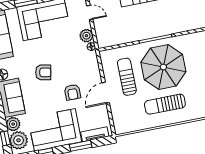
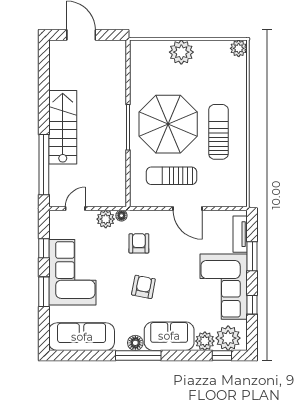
armchair: (72, 92) -> (139, 243), moved, turned -90
sun lounger: (165, 104) -> (218, 132), turned 180

